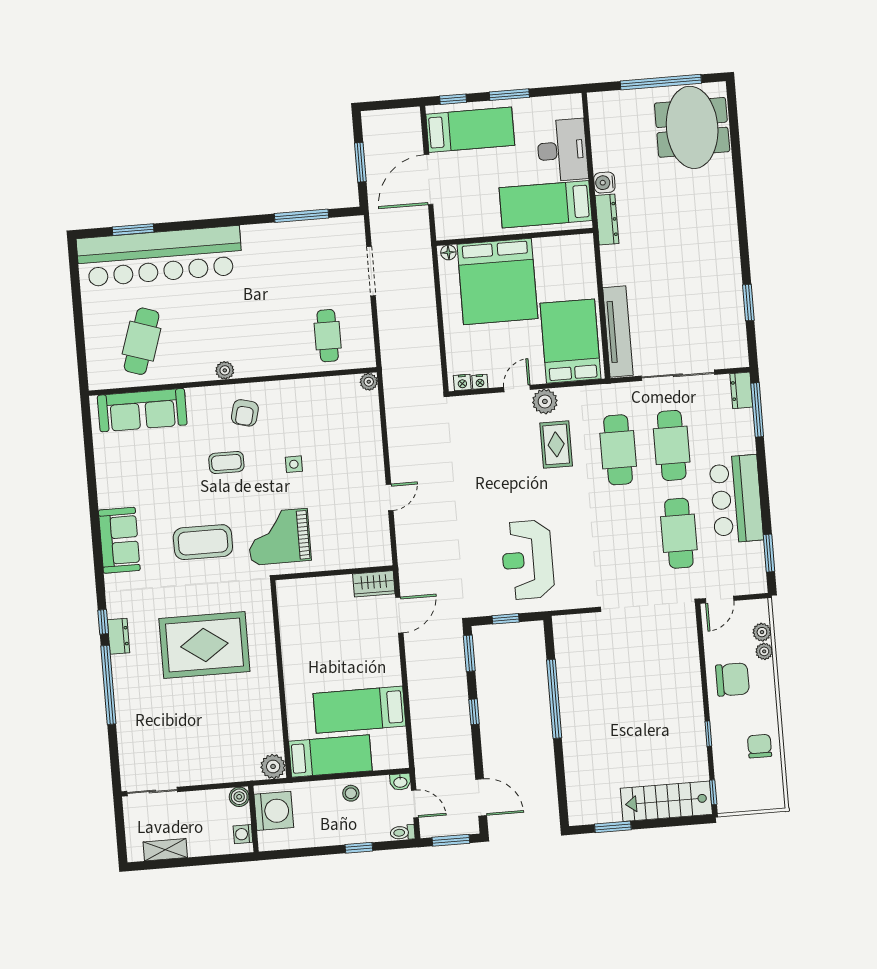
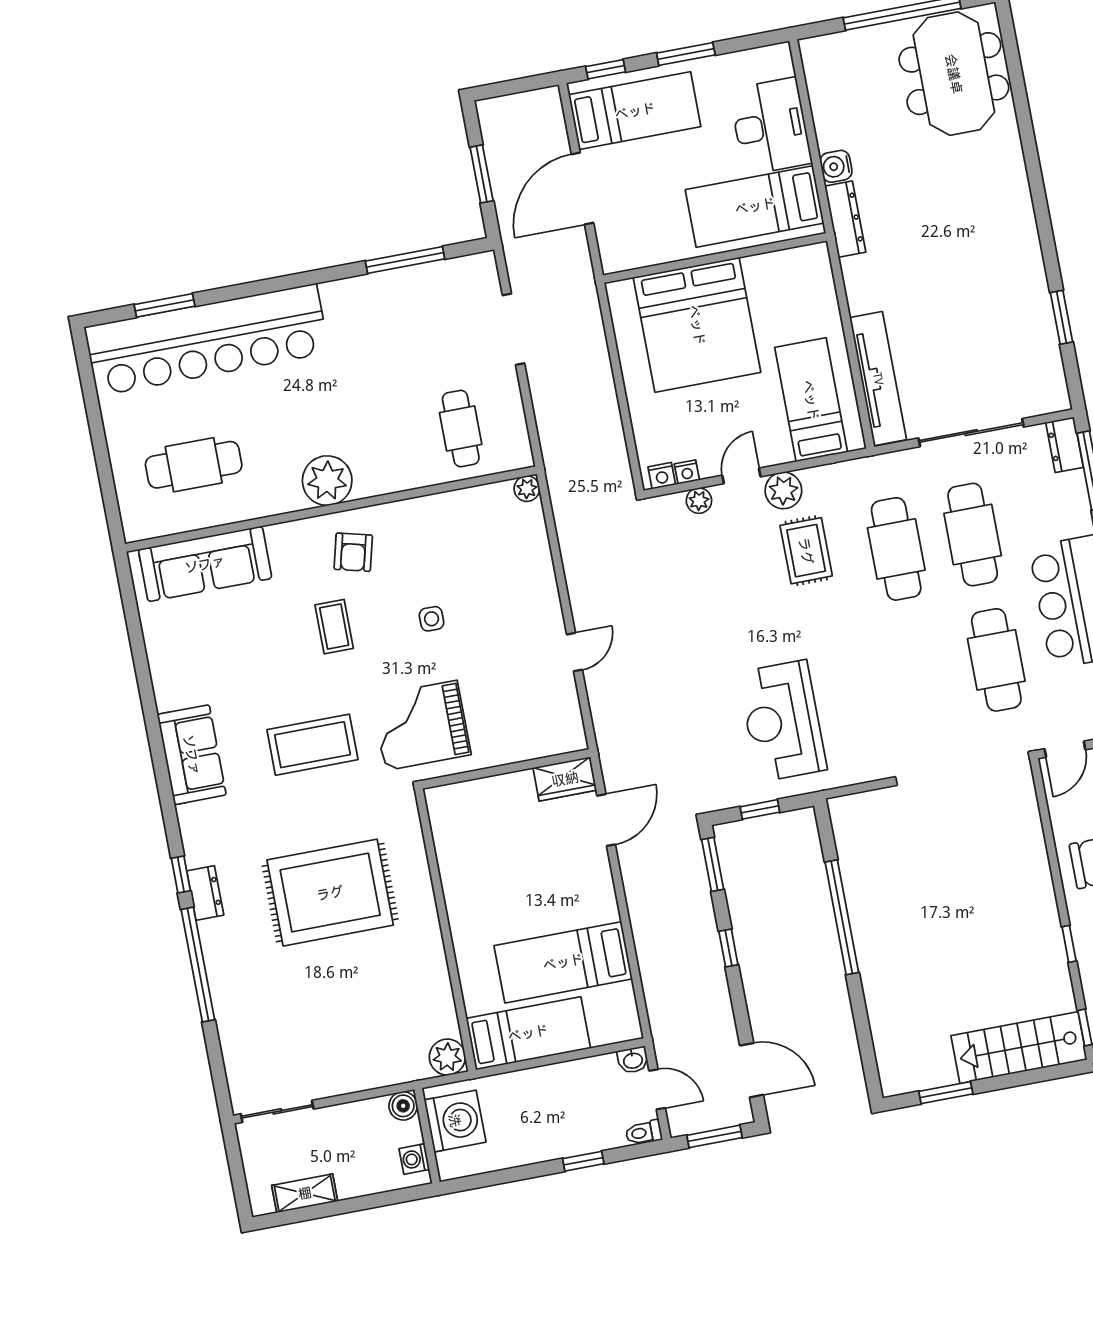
floor lamp: (448, 252) -> (622, 291), removed
cafe table: (142, 341) -> (194, 465), turned 72
bed: (570, 341) -> (811, 400), width x0.67
plant: (225, 370) -> (327, 481), width x1.87, depth x1.87
plant: (486, 402) -> (699, 501), added
coffee table: (226, 463) -> (334, 627), turned 90
stool: (351, 793) -> (563, 1084), removed

